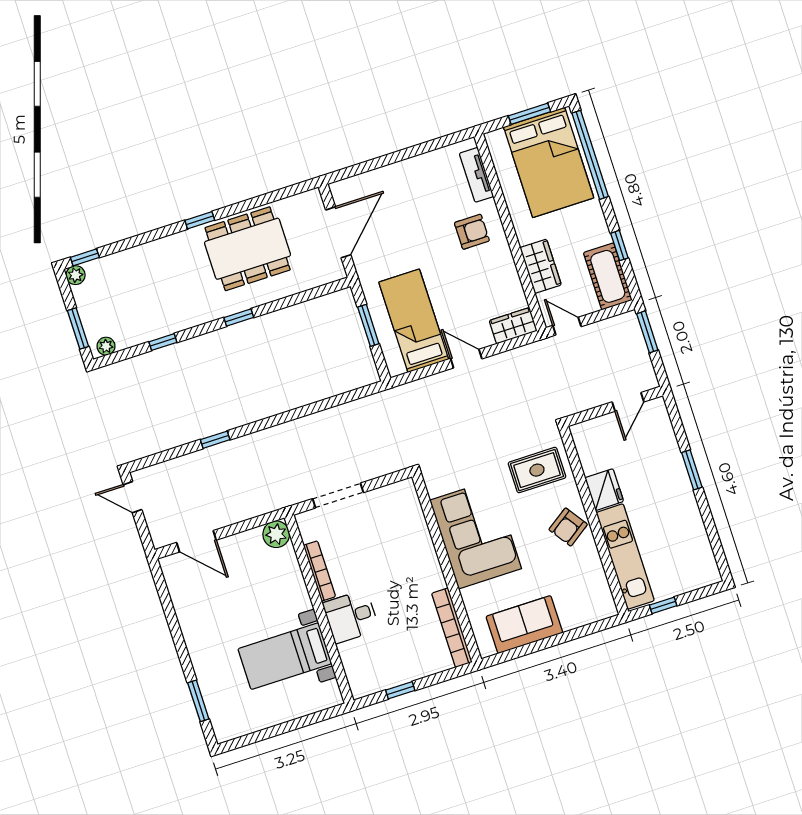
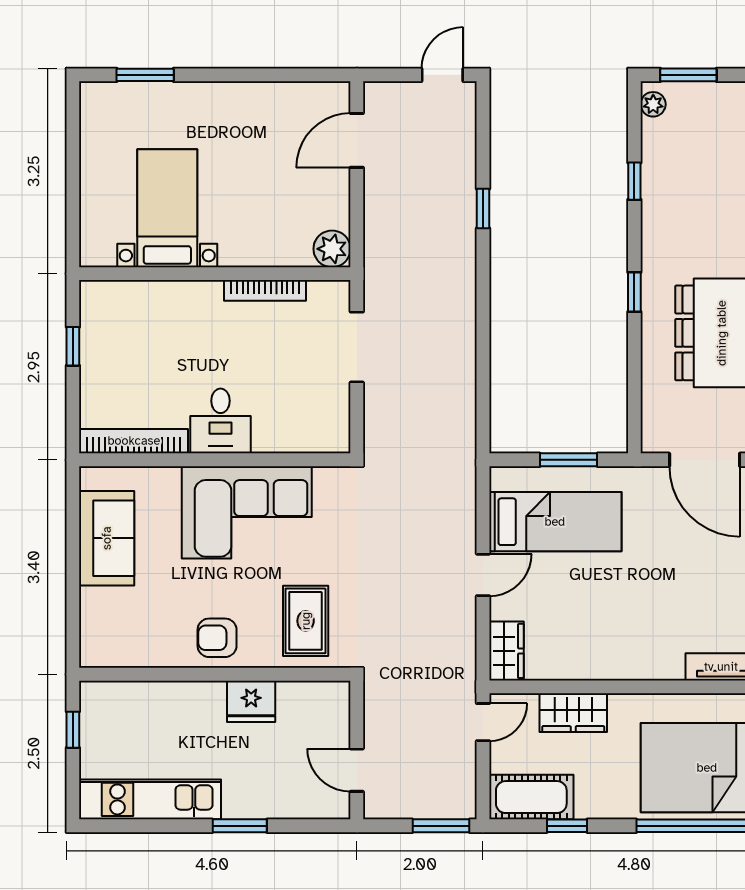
armchair: (472, 232) -> (648, 637), removed
armchair: (568, 527) -> (217, 638), turned -55
kitchen unit: (625, 557) -> (150, 799), moved, turned 180
desk: (351, 617) -> (220, 421), moved, turned 180

